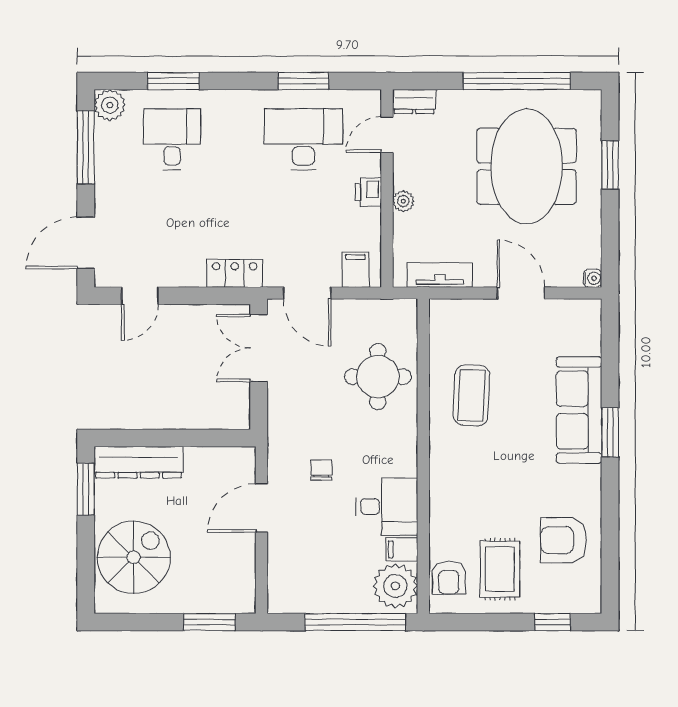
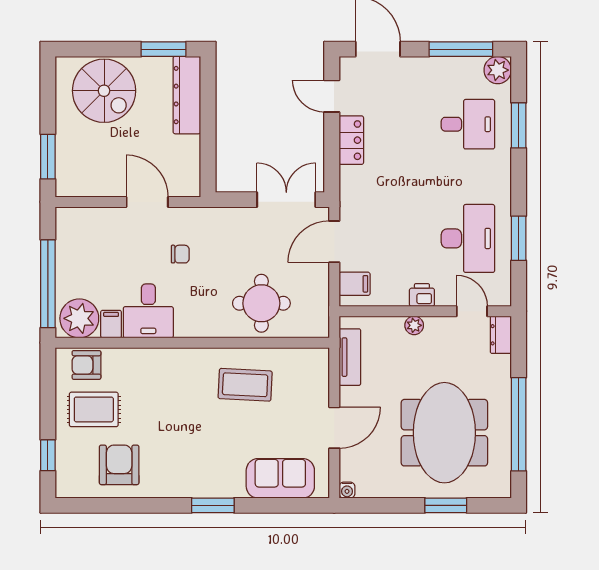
meeting table: (527, 166) -> (444, 433), turned 90
locker: (235, 273) -> (351, 140), moved
sofa: (579, 410) -> (280, 478), moved, width x0.73

